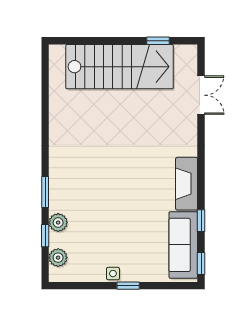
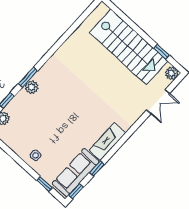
plant: (188, 53) -> (172, 73), added
plant: (58, 223) -> (32, 87), moved
side table: (113, 274) -> (36, 155), moved
window: (128, 286) -> (45, 184), moved

